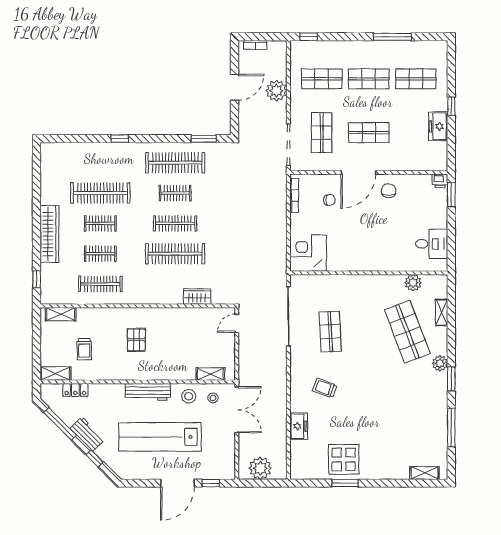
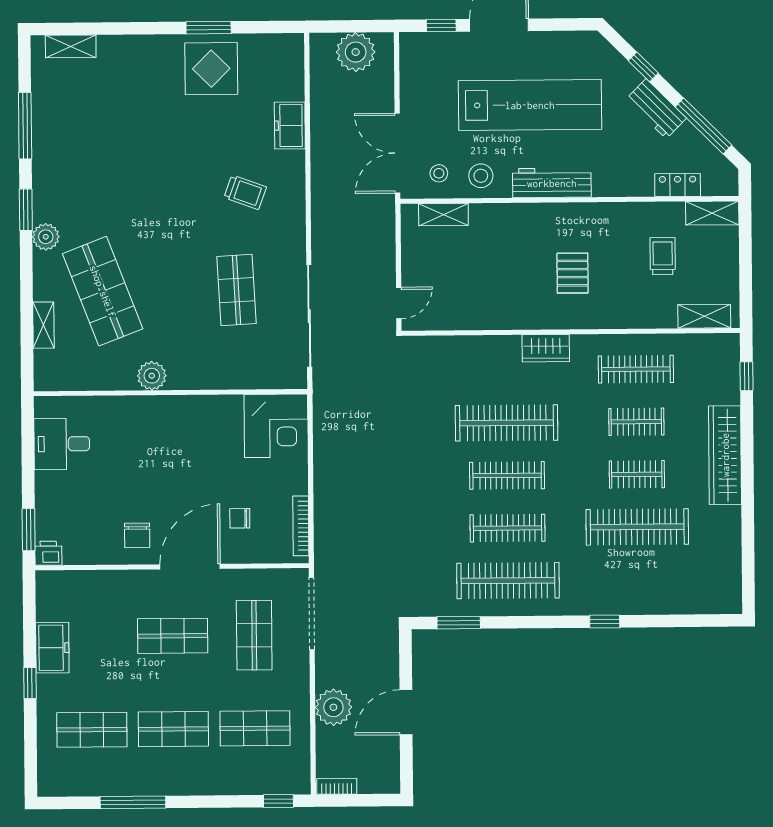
bookcase: (255, 45) -> (337, 786), moved
clothes rail: (175, 193) -> (507, 528), width x1.36
plant: (413, 283) -> (152, 376), moved
wardrobe: (197, 297) -> (546, 348), moved

